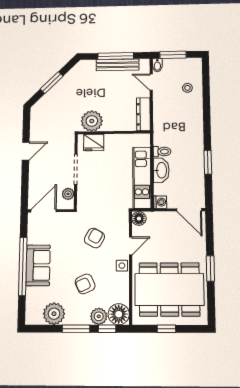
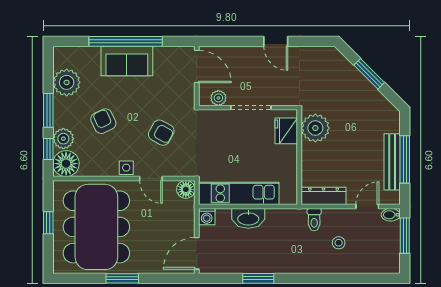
stool: (187, 88) -> (339, 243), moved
toilet: (162, 152) -> (314, 220), moved

